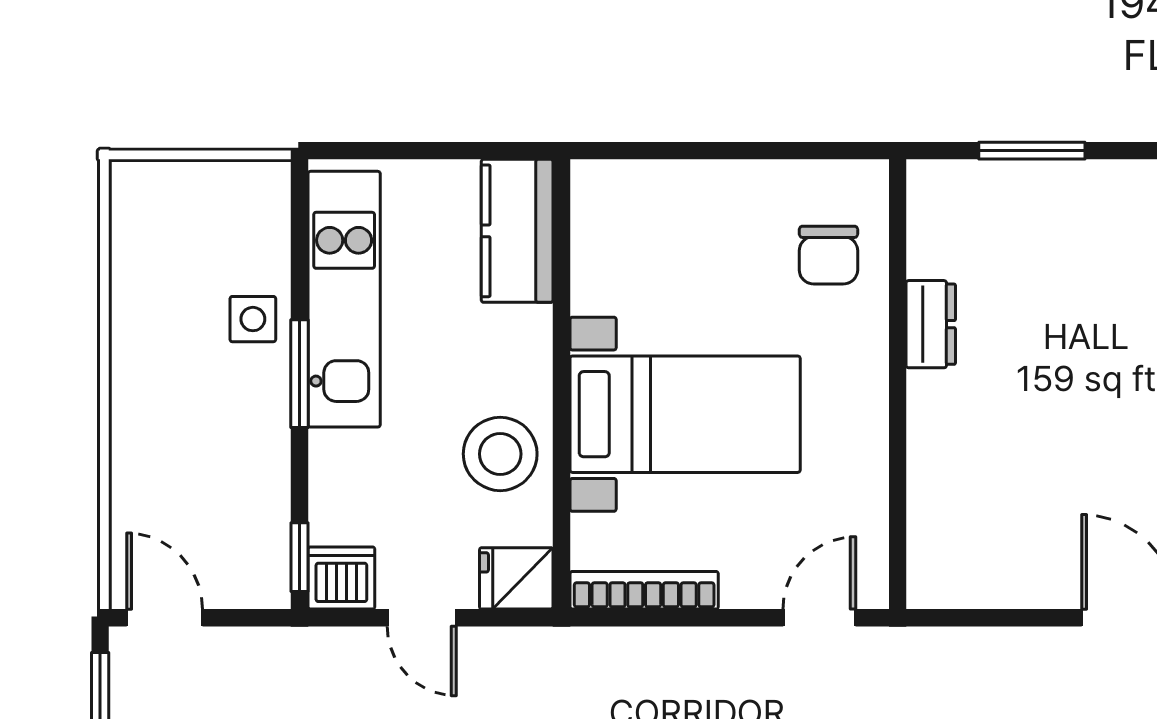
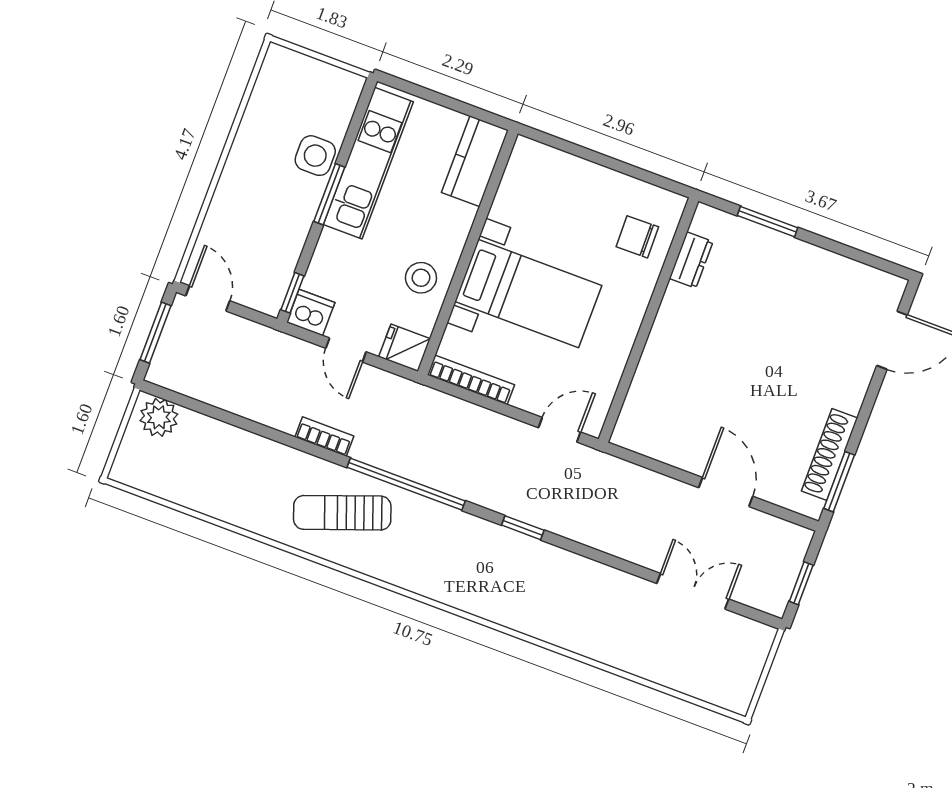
chair: (828, 255) -> (637, 237), turned 89
side table: (253, 319) -> (315, 156), width x1.37, depth x1.37
dresser: (931, 324) -> (691, 260), moved
stool: (500, 454) -> (421, 278), width x0.73, depth x0.73

